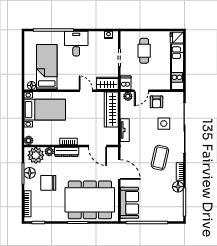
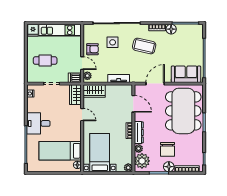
door: (86, 91) -> (82, 115), swing flipped
wardrobe: (111, 110) -> (94, 91), width x0.67
door: (97, 146) -> (133, 104), hinge flipped
floor lamp: (30, 173) -> (169, 167), moved

